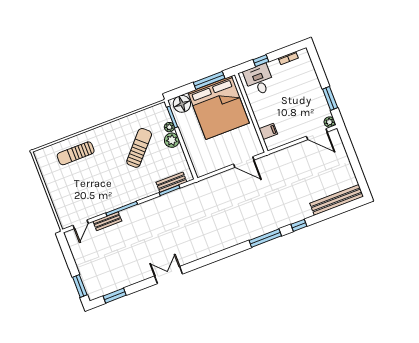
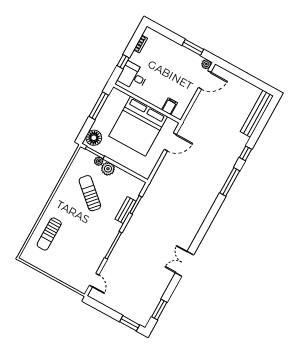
bed: (219, 108) -> (138, 126), moved, turned 90
bench: (171, 182) -> (126, 210), moved
bench: (107, 221) -> (111, 262), removed

